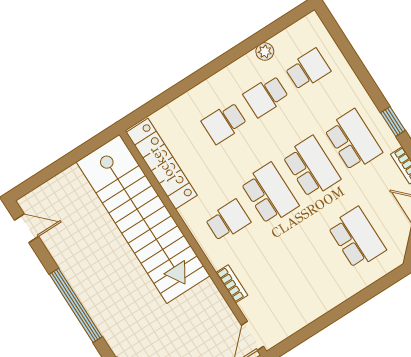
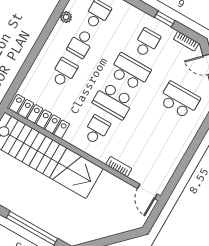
school desk: (224, 123) -> (64, 72), turned 180
school desk: (353, 140) -> (147, 43), width x0.54
school desk: (270, 194) -> (113, 101), turned 180

